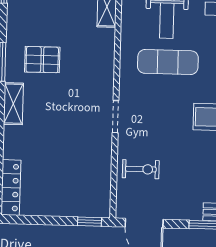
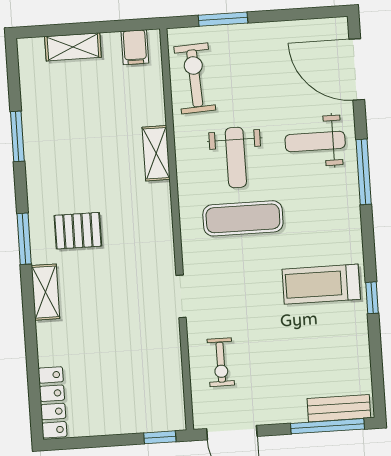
exercise bike: (141, 169) -> (221, 362), turned 90

